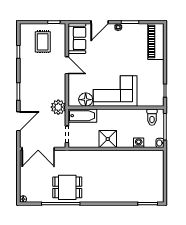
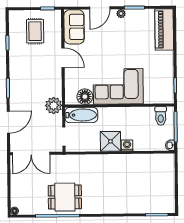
washing machine: (139, 143) -> (127, 145), moved

